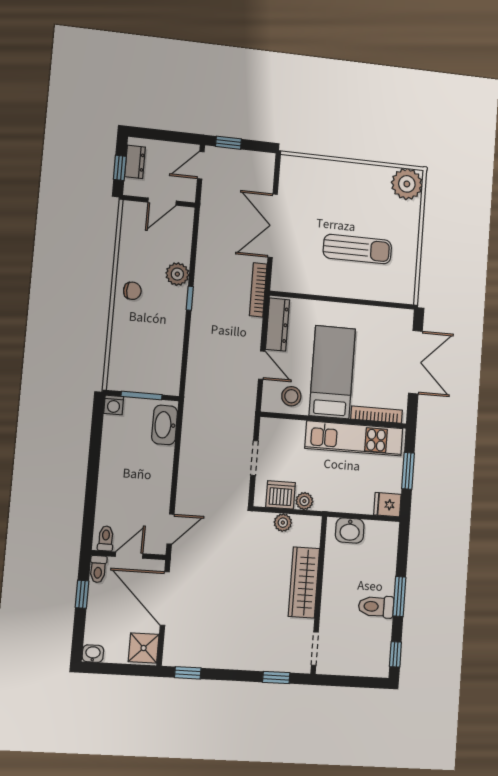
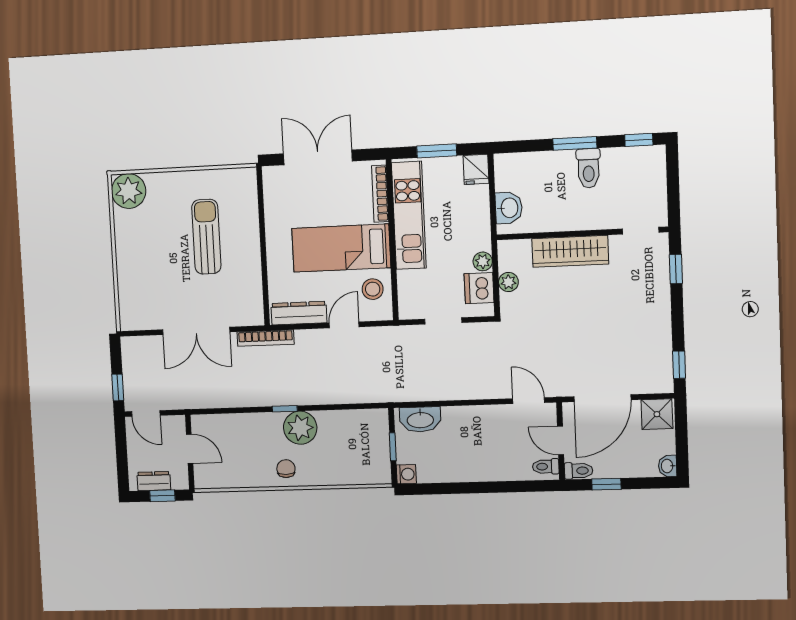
plant: (177, 274) -> (300, 428), moved, width x1.36, depth x1.36
window: (142, 396) -> (393, 447), width x0.67

